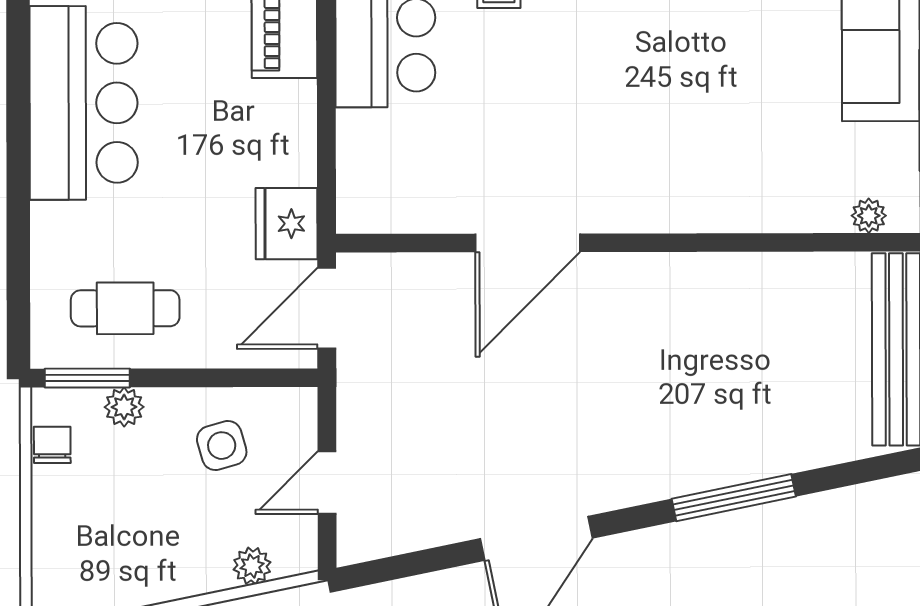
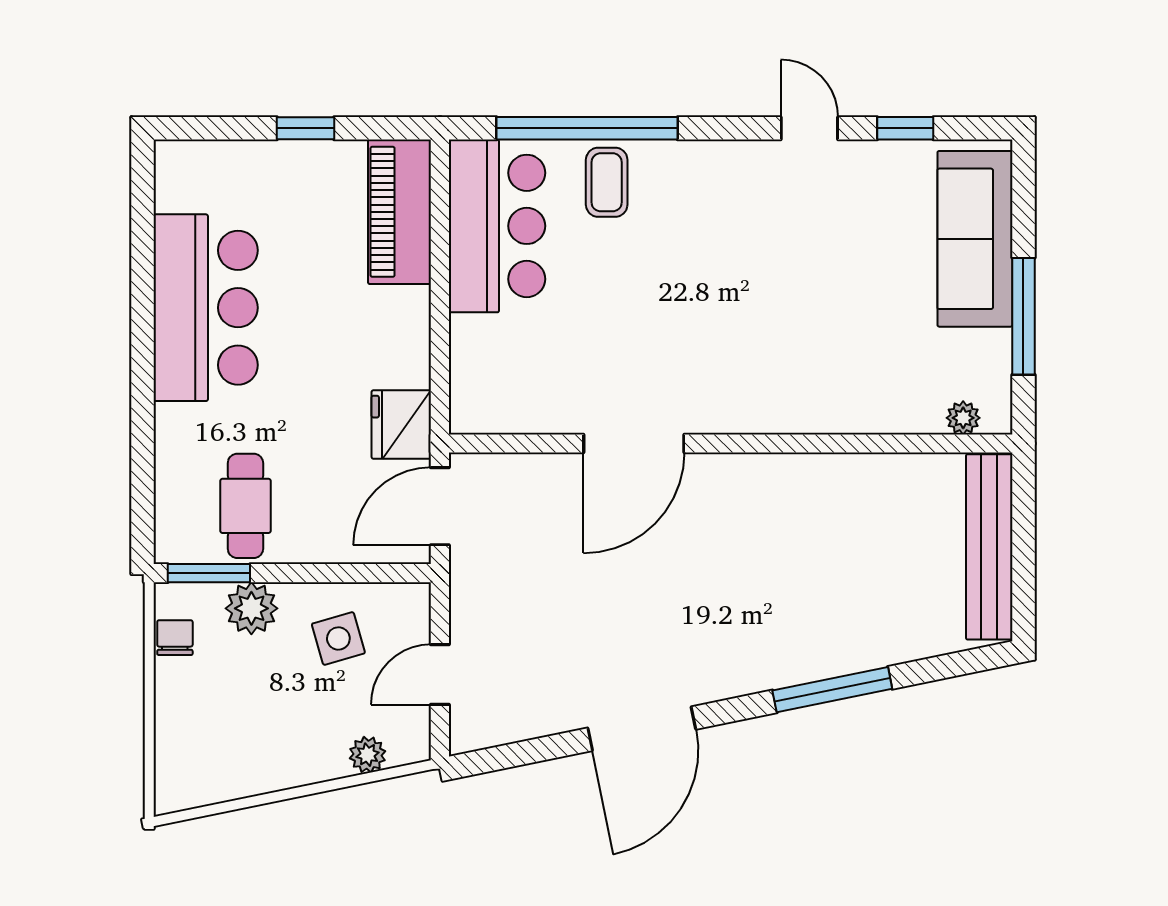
cafe table: (125, 308) -> (245, 506), turned 90
plant: (124, 407) -> (251, 608), width x1.38, depth x1.38

